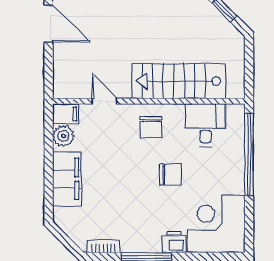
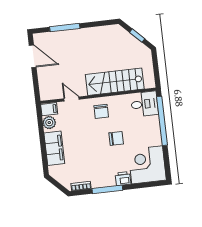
desk: (206, 125) -> (144, 104), moved, turned 90

